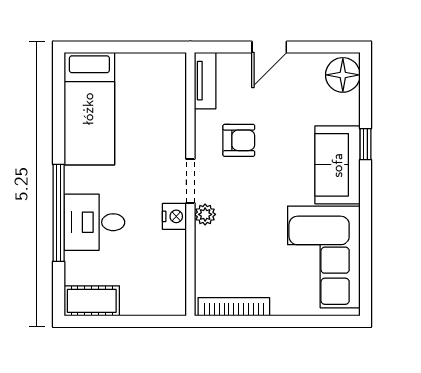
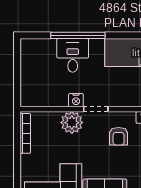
plant: (205, 214) -> (72, 123), width x1.87, depth x1.87
cot: (92, 301) -> (29, 54), removed

